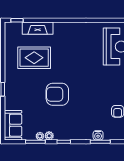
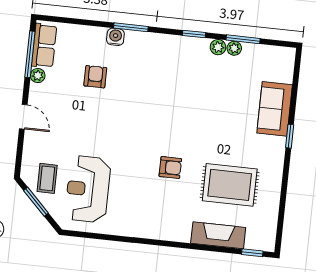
armchair: (57, 94) -> (170, 168), moved, width x0.53, depth x0.53
sofa: (13, 125) -> (275, 109), moved
water cooler: (98, 135) -> (115, 37), moved

